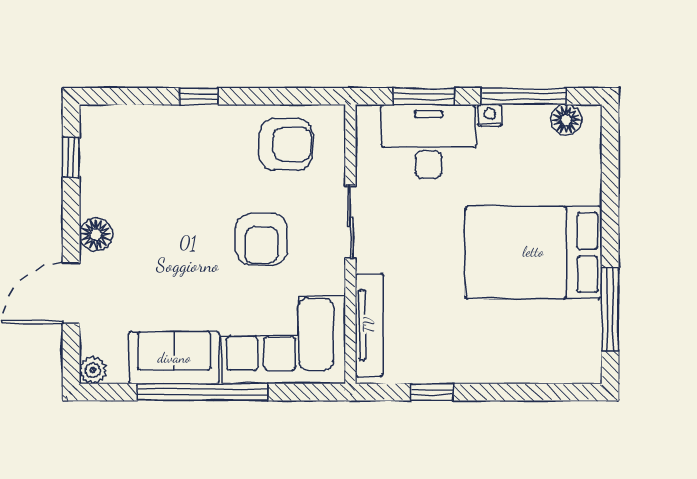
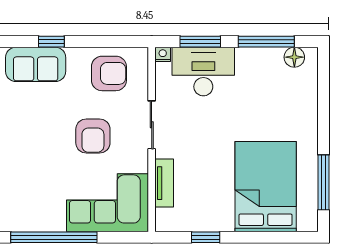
nightstand: (490, 116) -> (163, 54), moved
bed: (533, 252) -> (266, 187), moved, turned 90
tv unit: (369, 325) -> (164, 183), width x0.71
sofa: (174, 358) -> (36, 64), moved, turned 180

